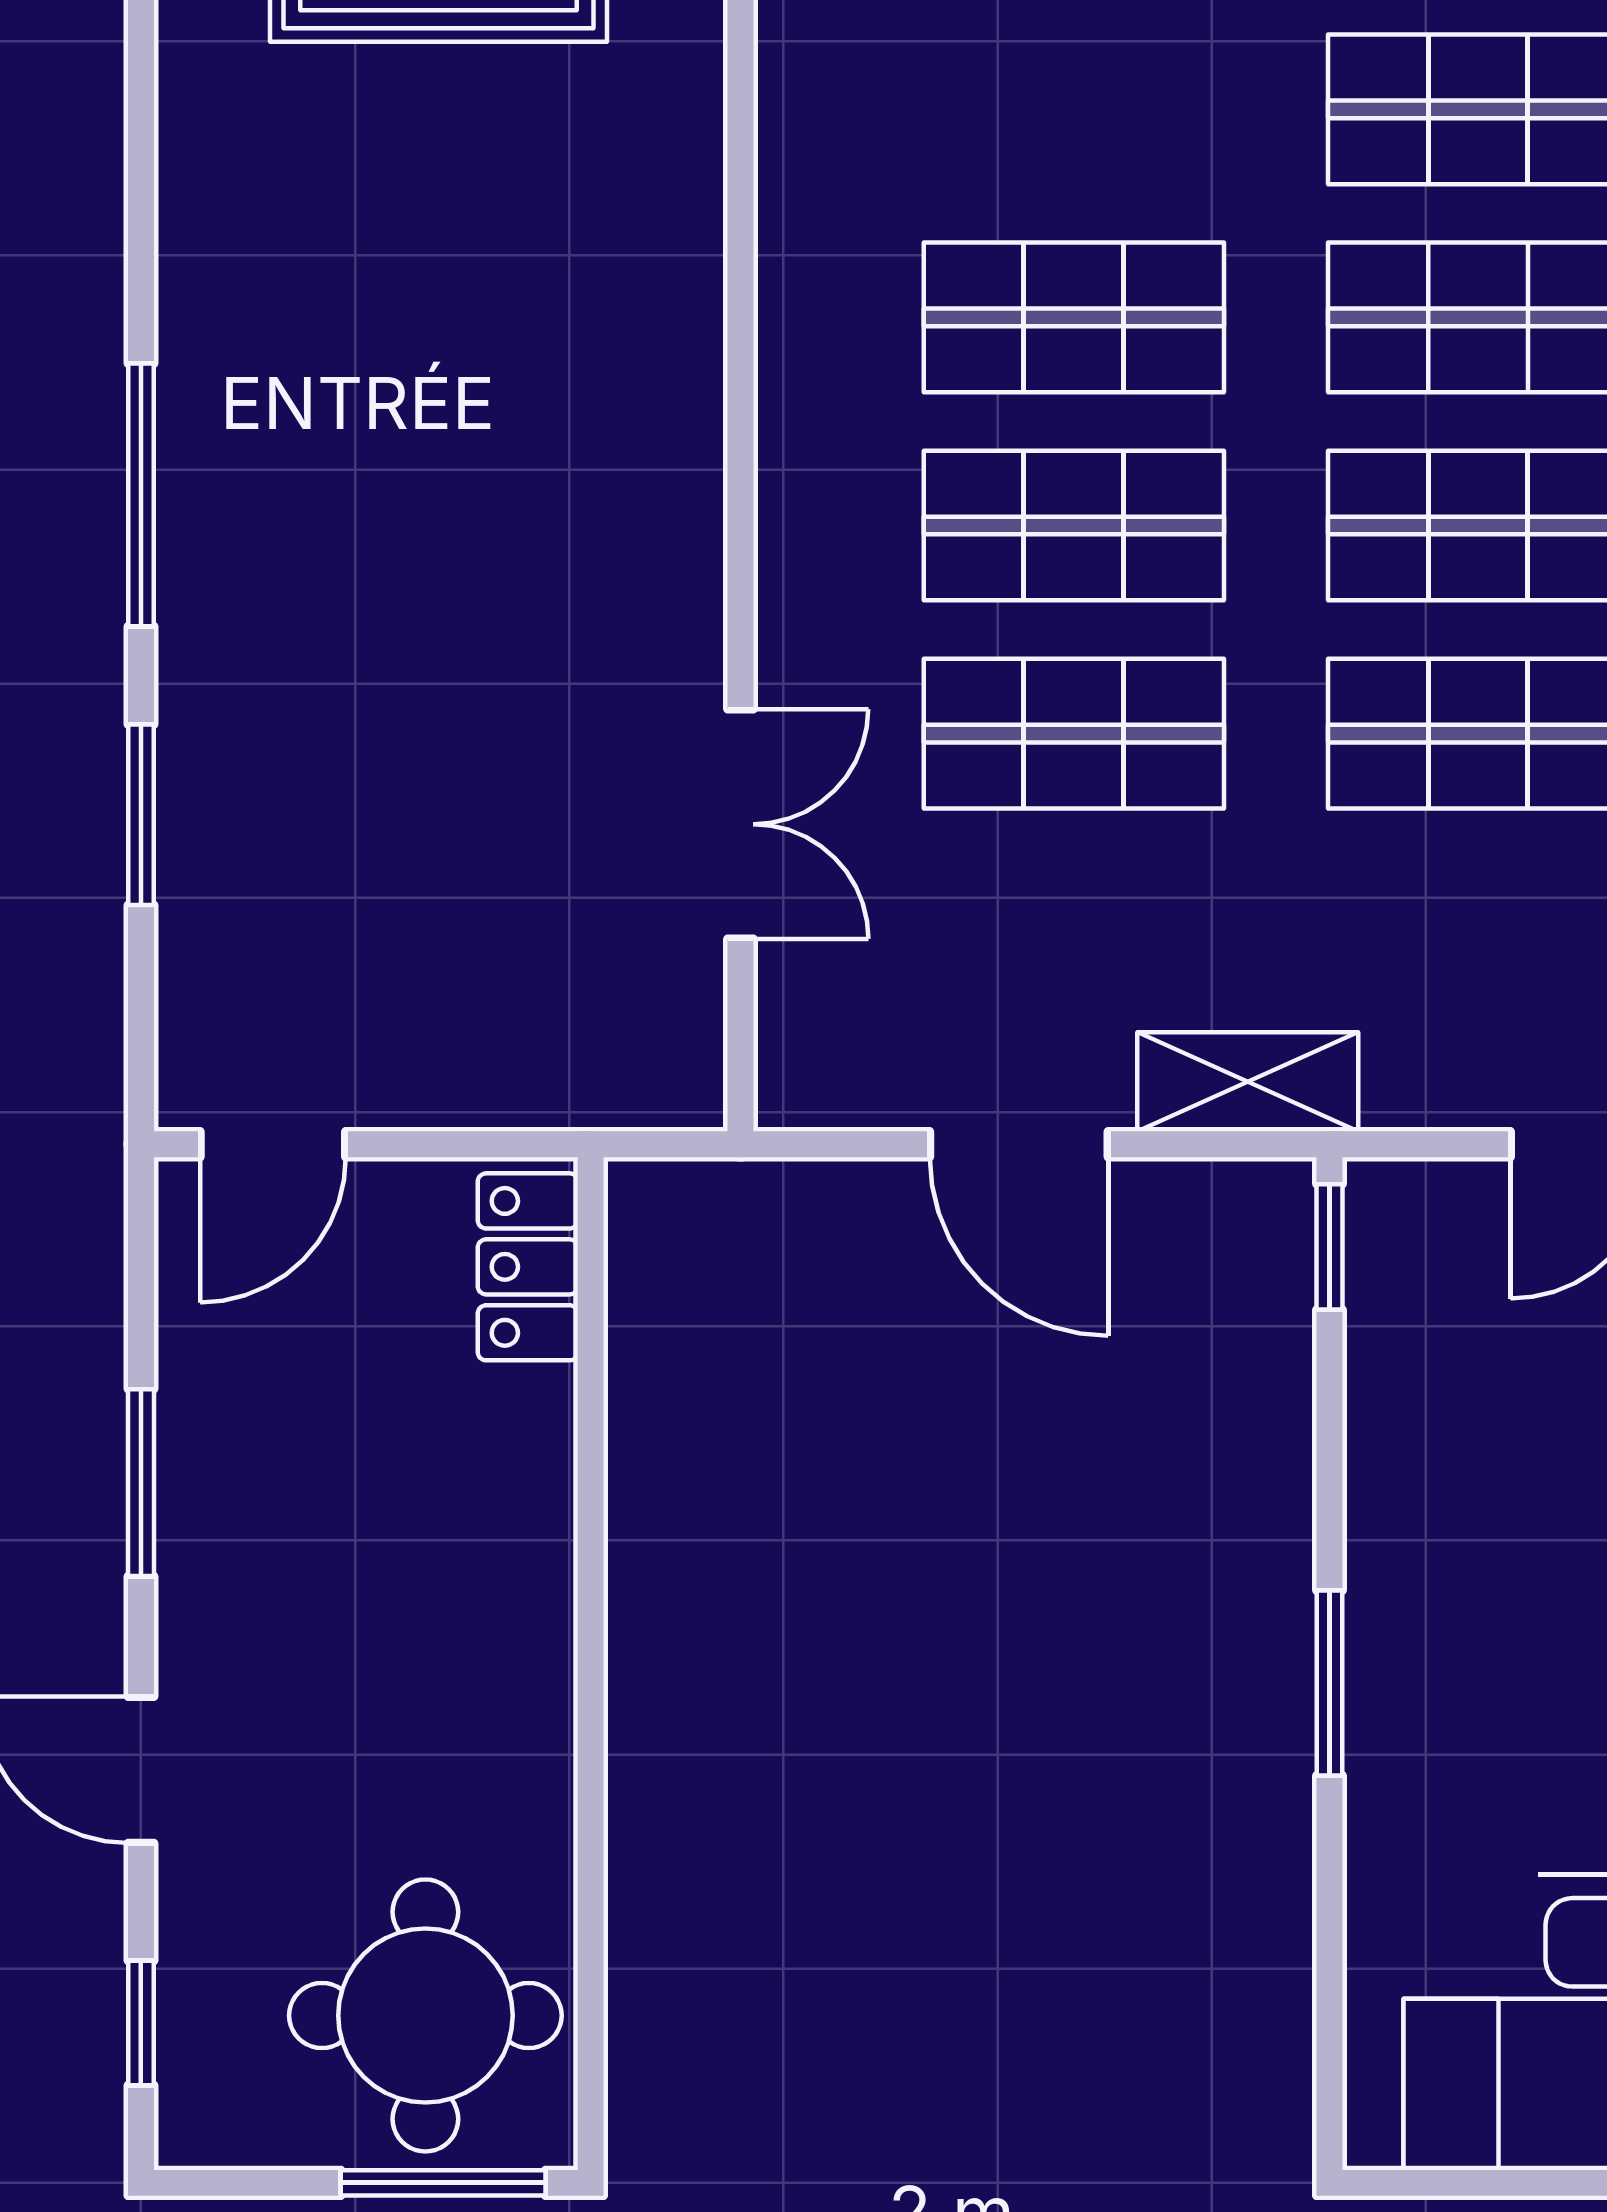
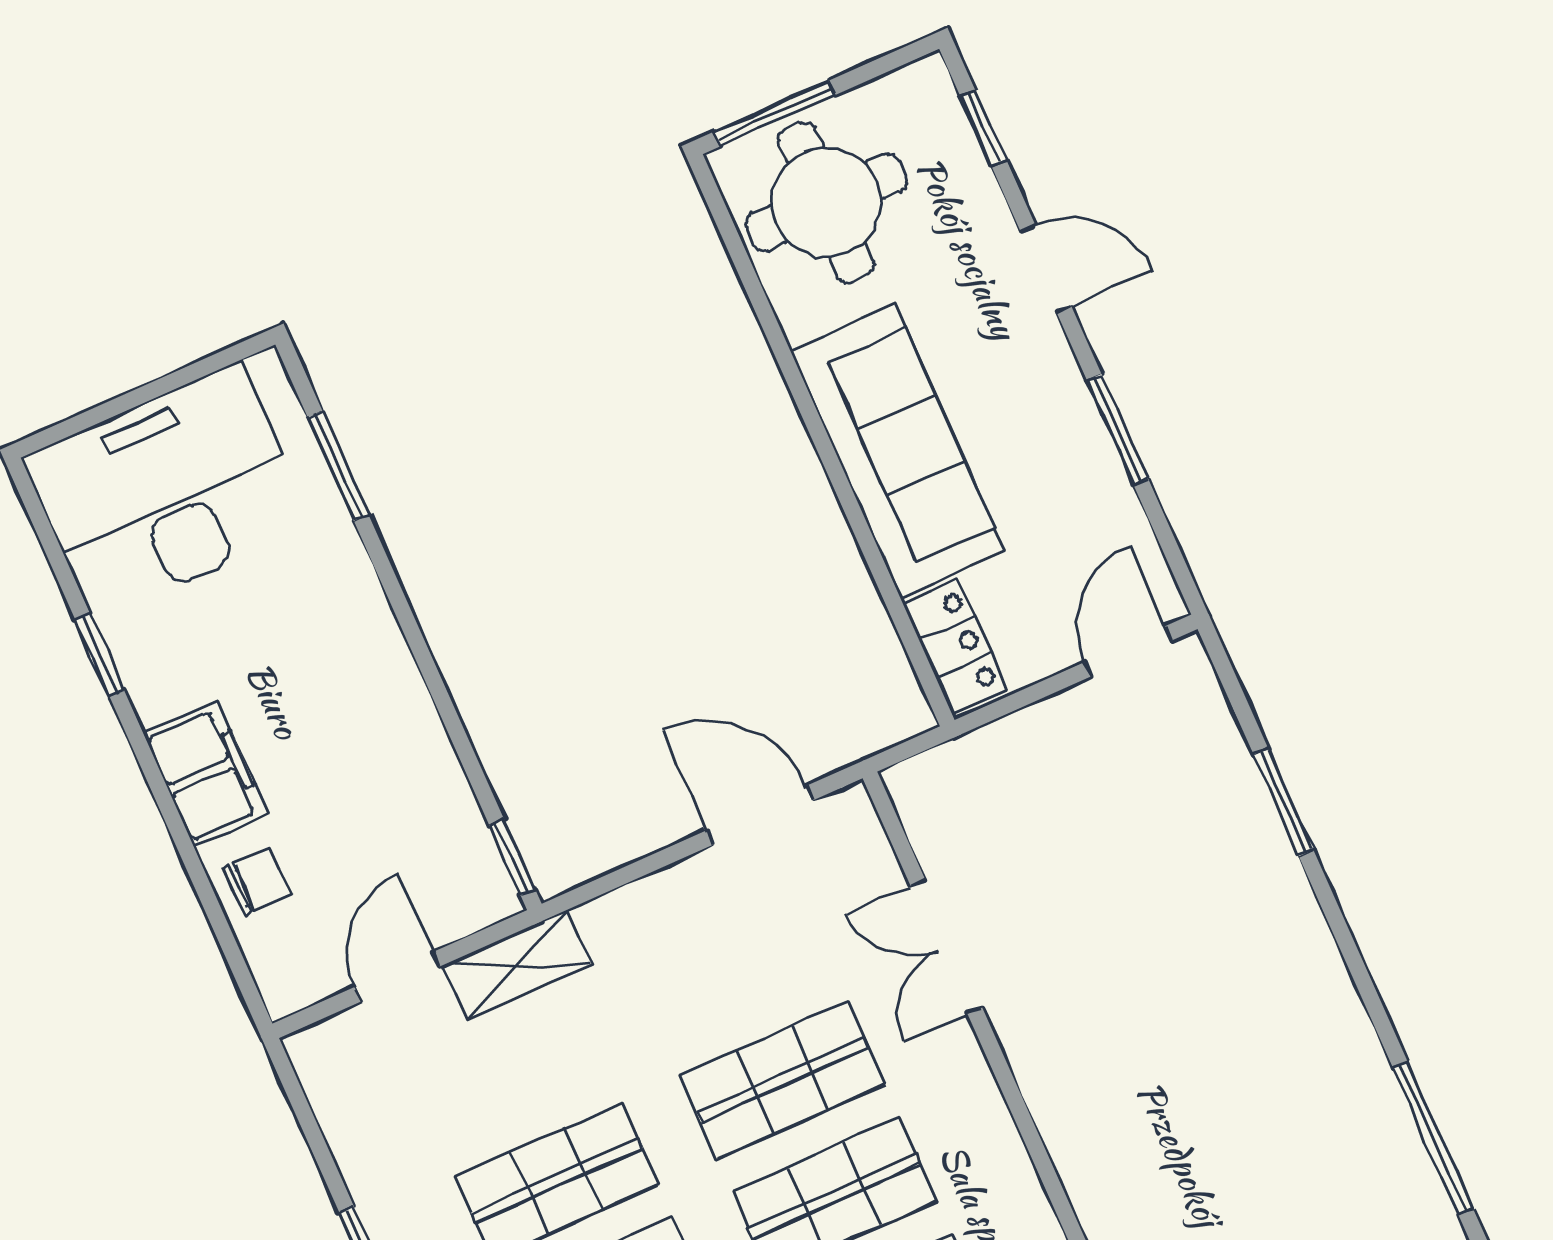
window: (141, 495) -> (1433, 1138), moved
shelving: (1248, 1082) -> (517, 965), moved
door: (1019, 1144) -> (760, 815), moved
sofa: (483, 1596) -> (898, 451), added
window: (1329, 1683) -> (338, 466), moved

